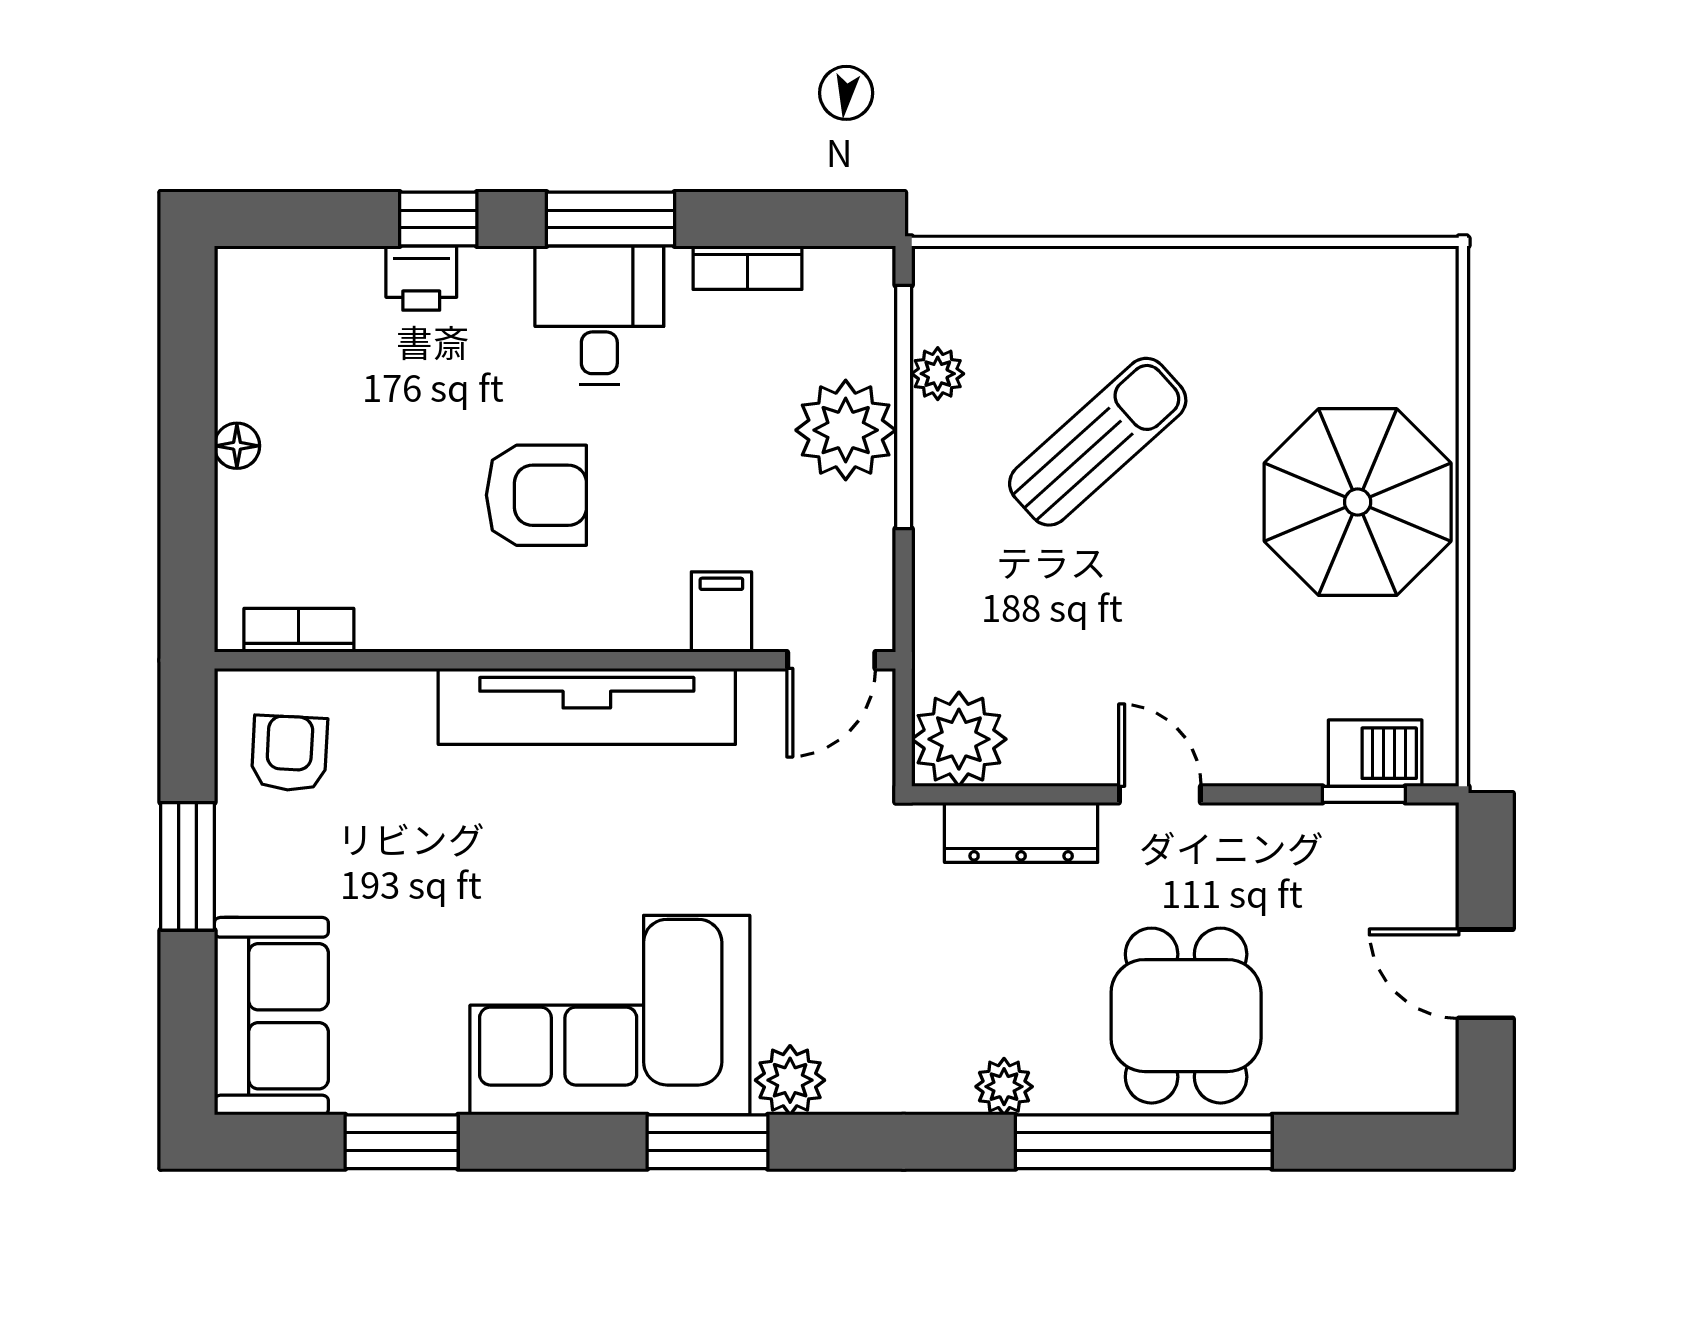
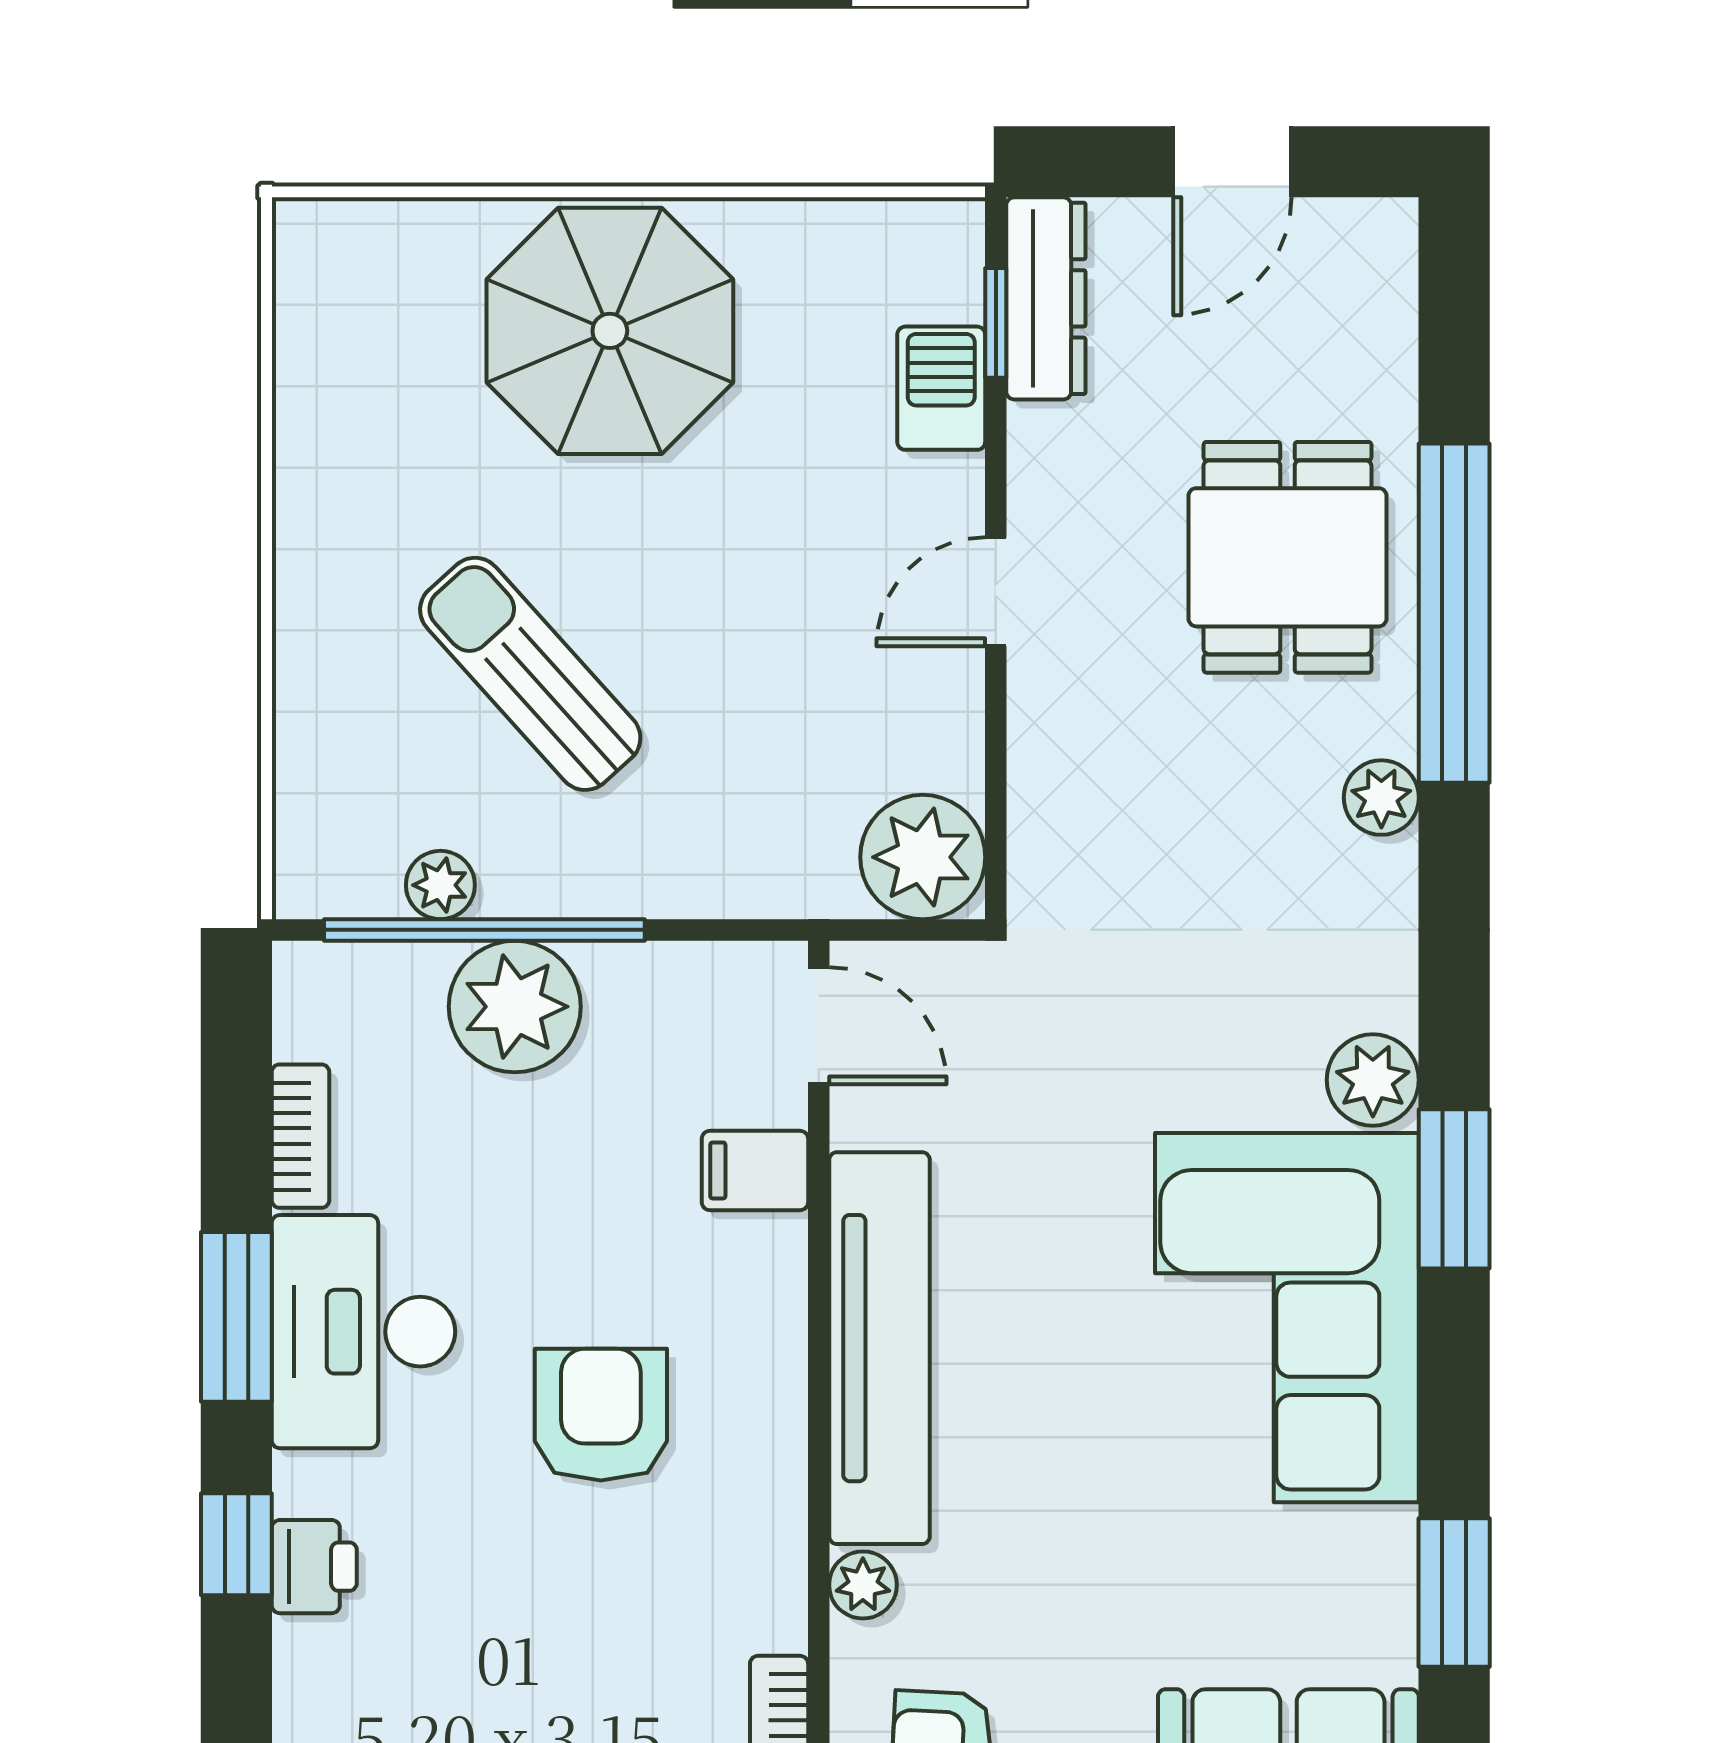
desk: (599, 315) -> (363, 1332), width x1.37
plant: (407, 694) -> (863, 1585), added
barbecue: (1375, 753) -> (941, 388), moved
dresser: (1021, 832) -> (1046, 298), moved
dining table: (1186, 1016) -> (1287, 557), turned 90

